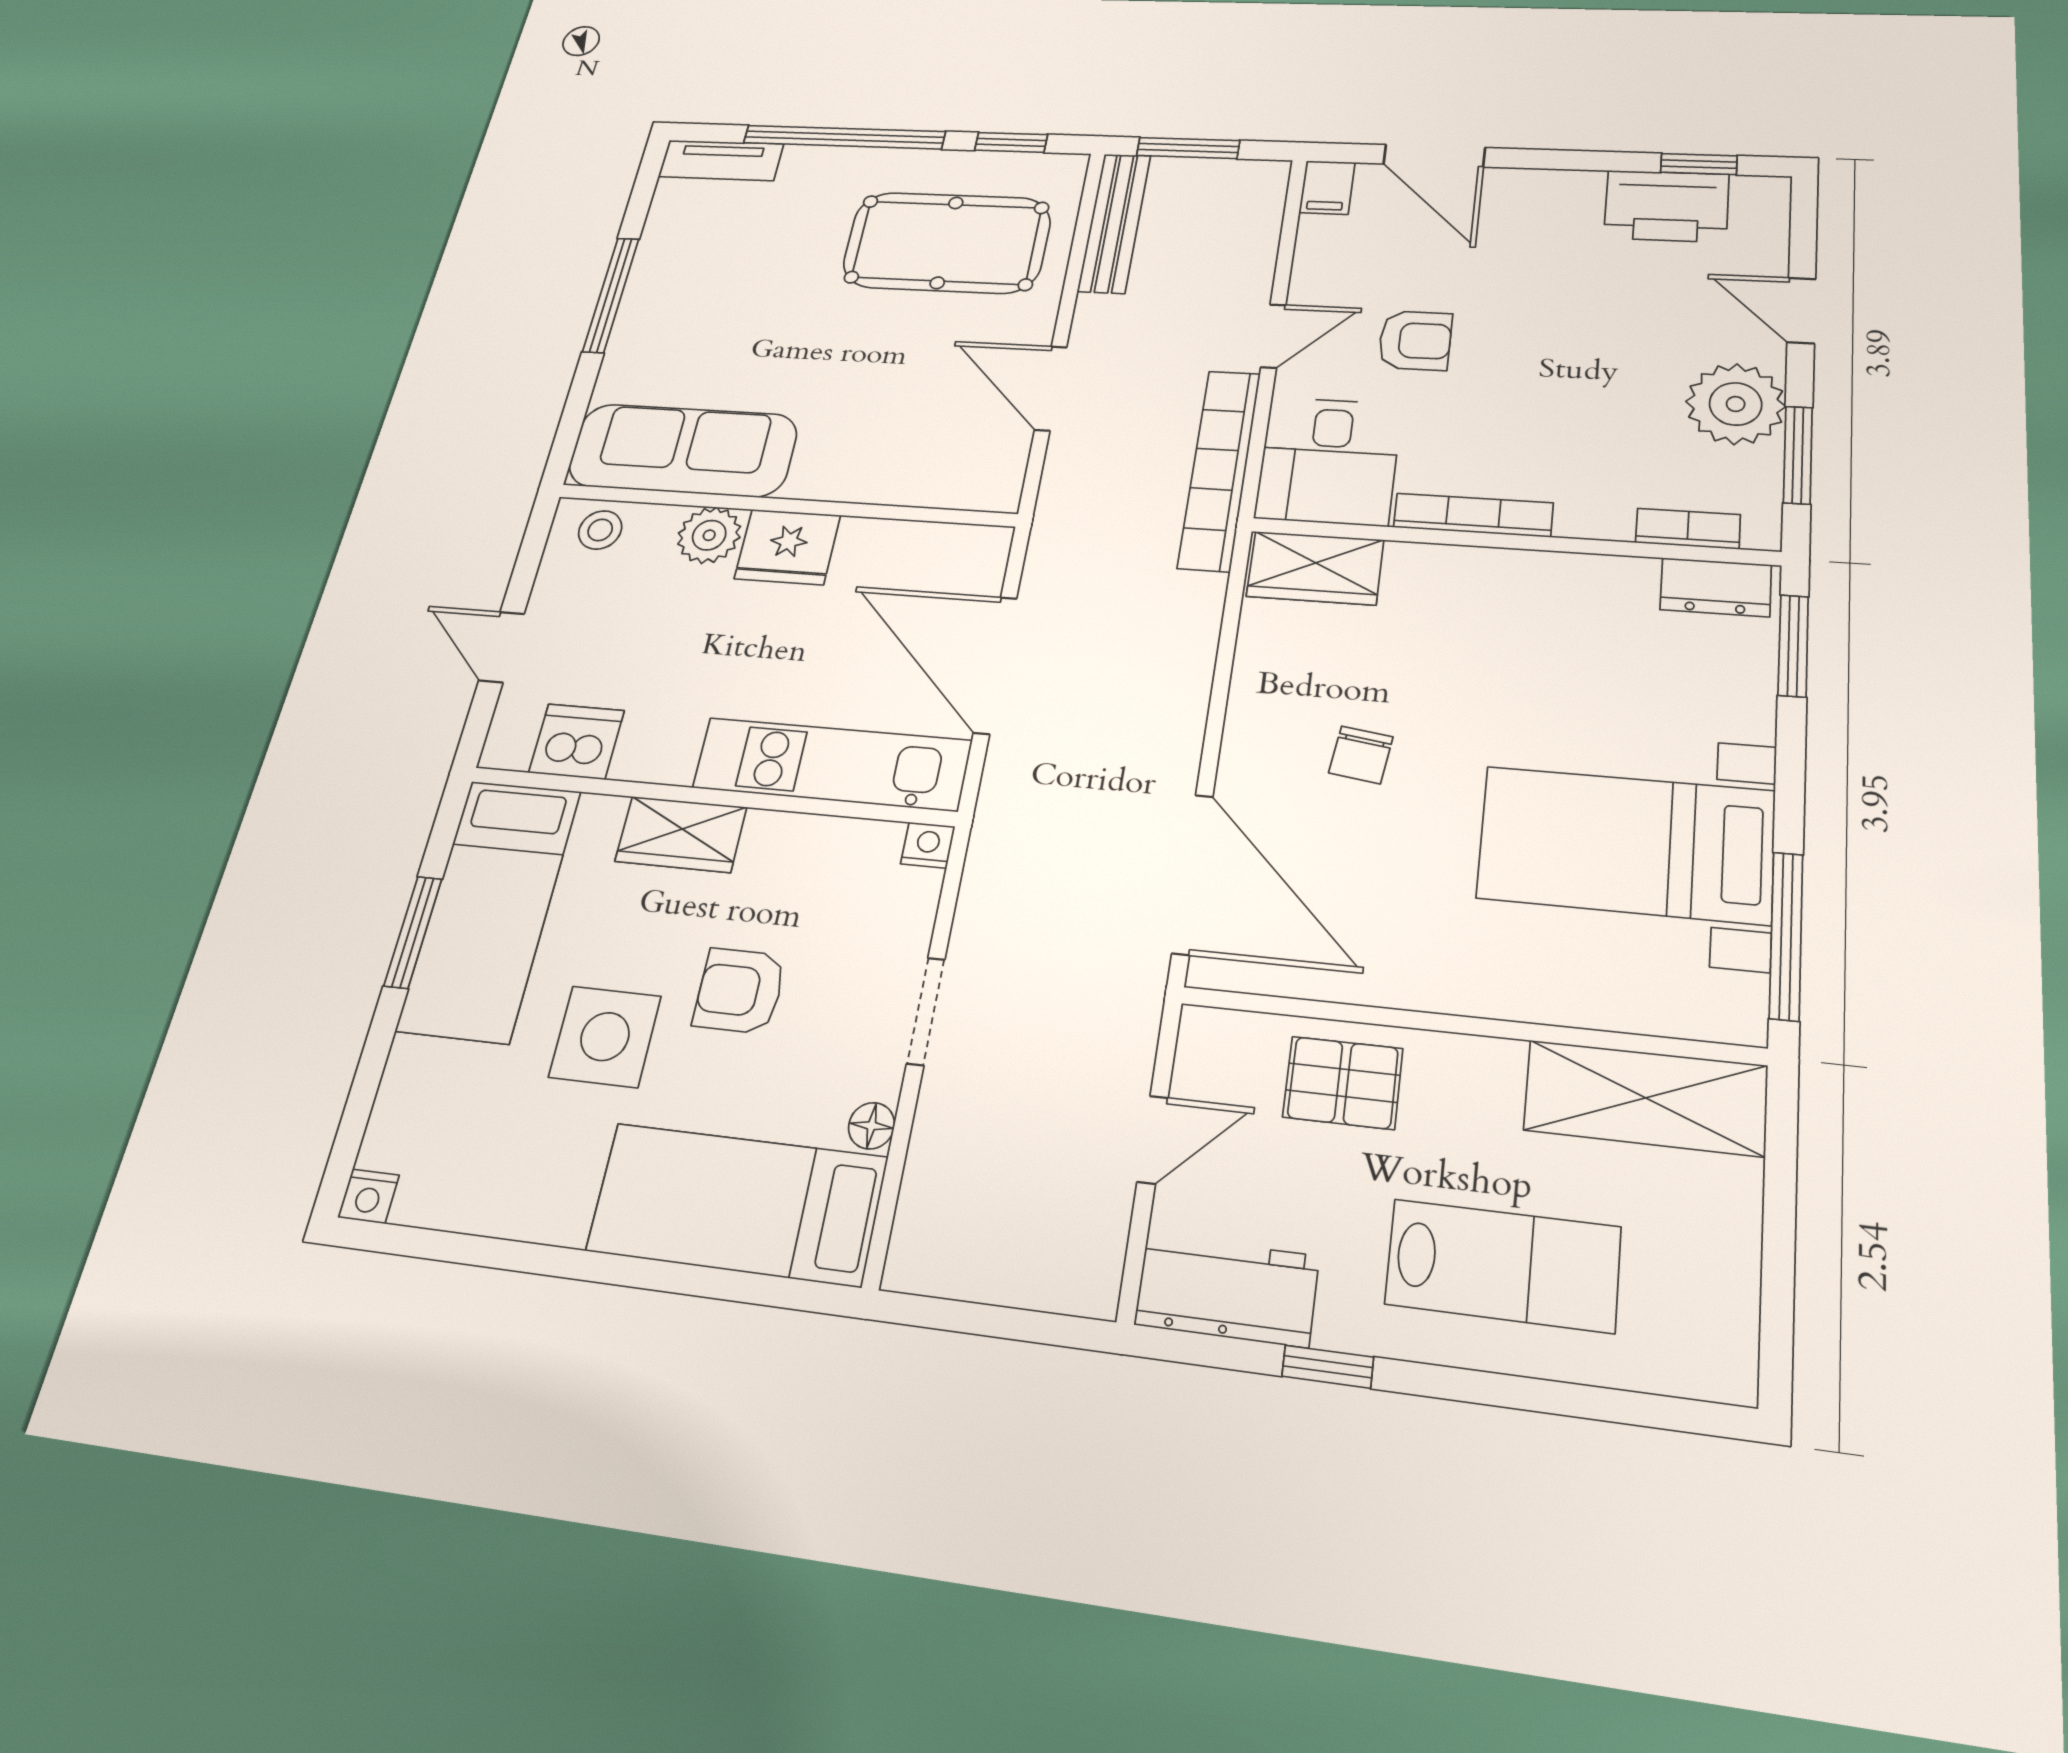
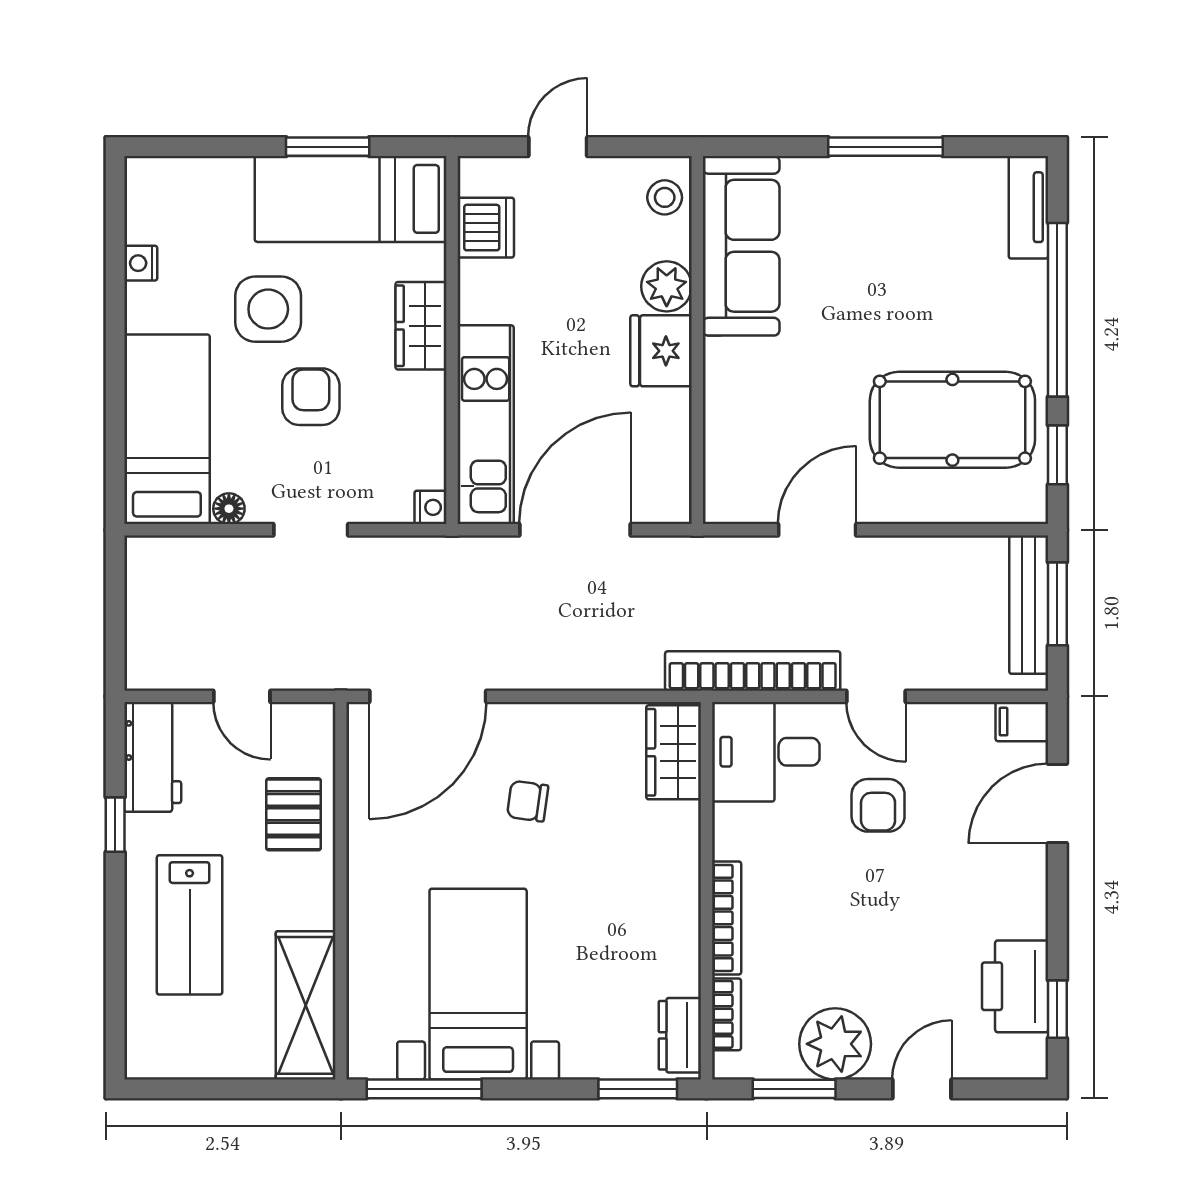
bench: (1114, 223) -> (1029, 605), moved, turned 90
pool table: (947, 243) -> (952, 420), turned 90
bookcase: (1473, 515) -> (727, 918), moved
nightstand: (368, 1196) -> (141, 263), moved

